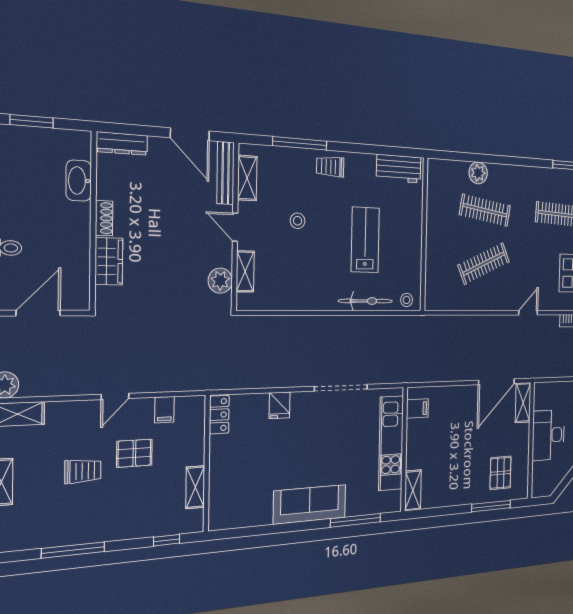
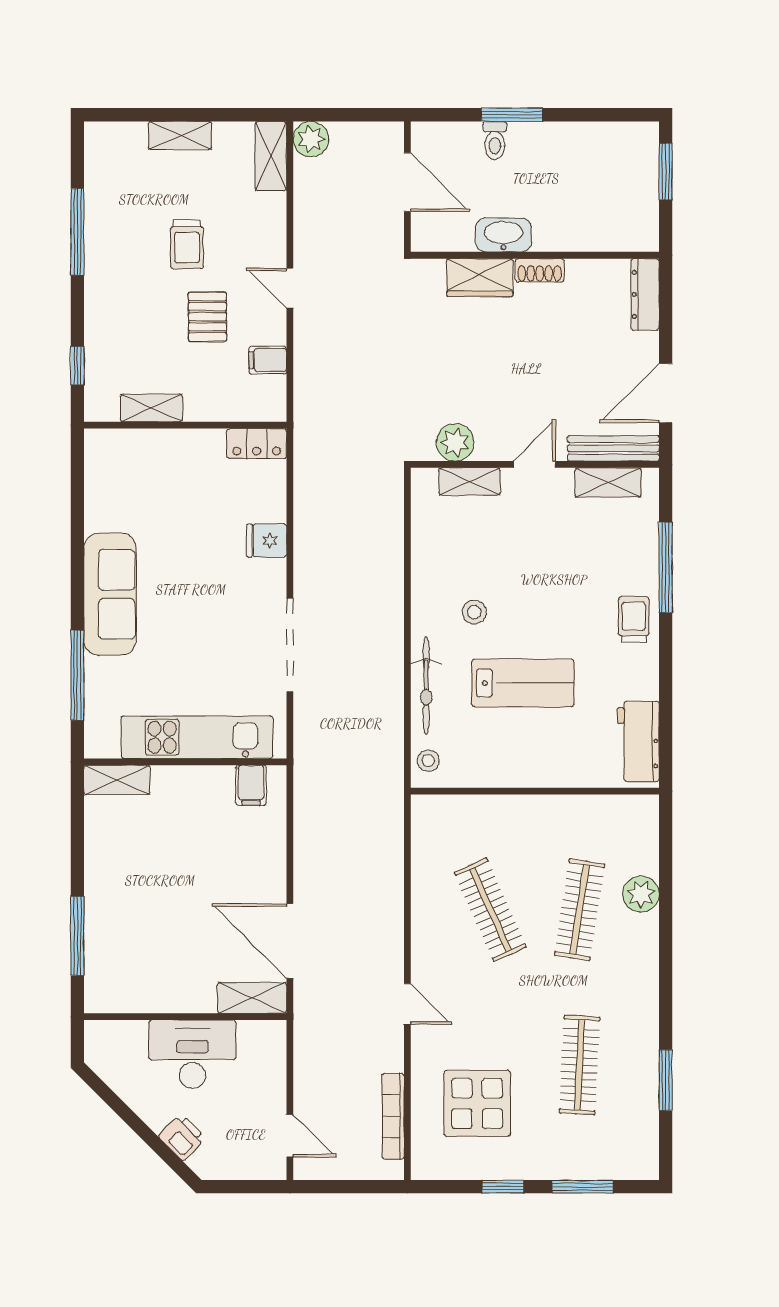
washbasin: (79, 181) -> (503, 235), moved
stool: (298, 221) -> (474, 612), moved
pallet: (501, 473) -> (133, 954), removed

